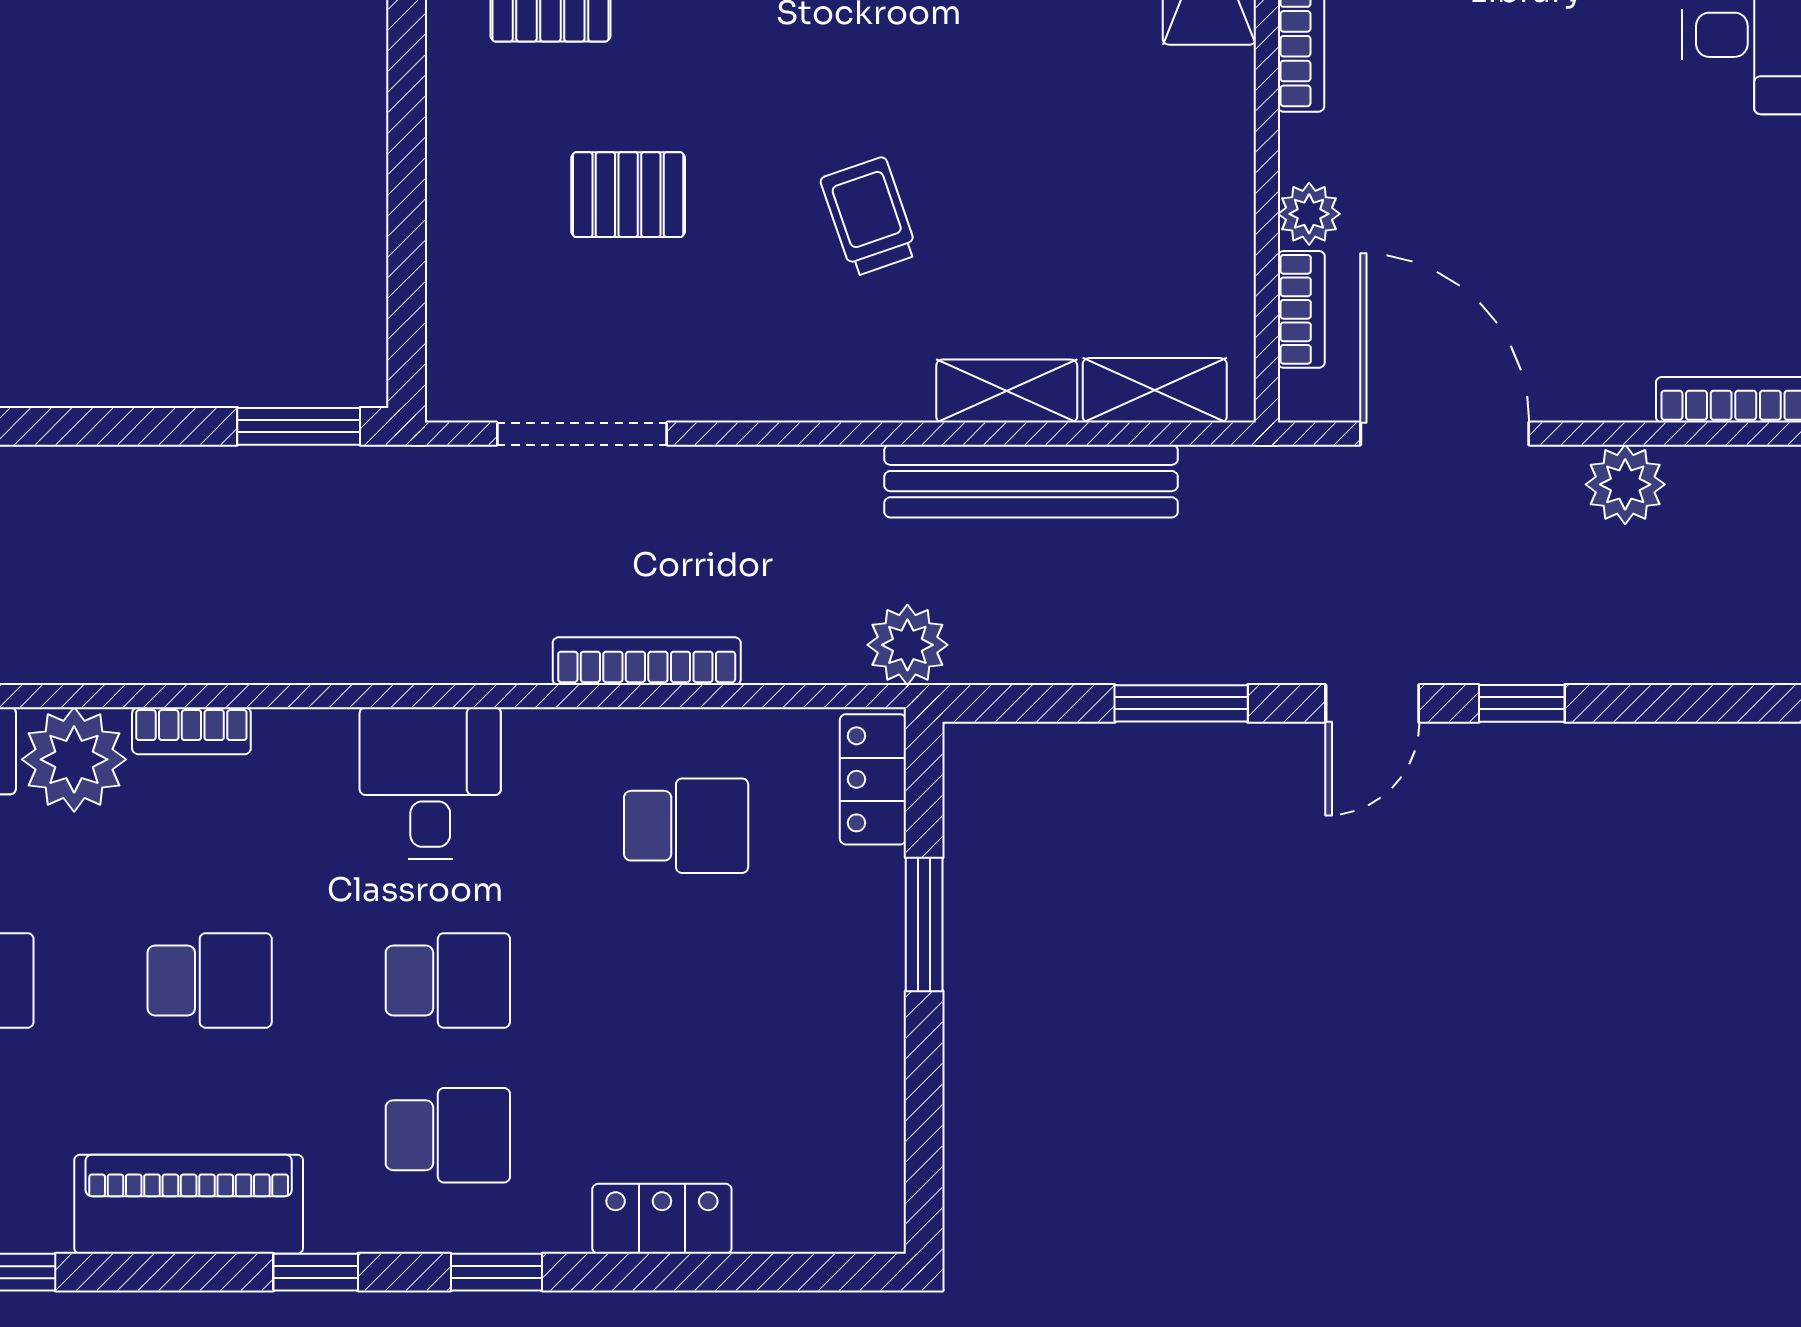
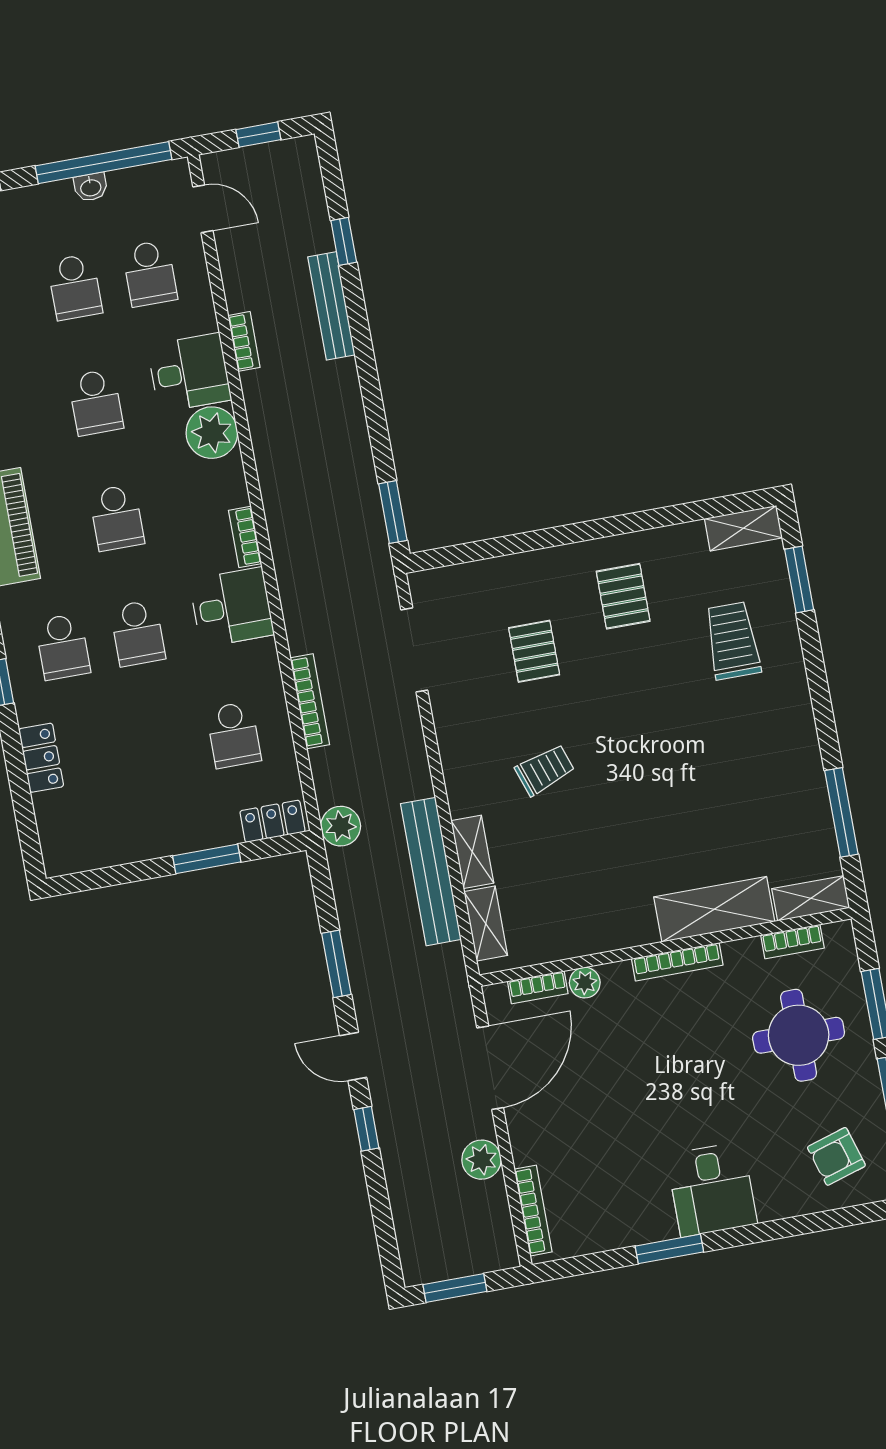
bookcase: (191, 731) -> (245, 537), moved

